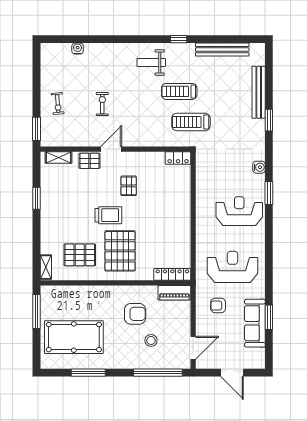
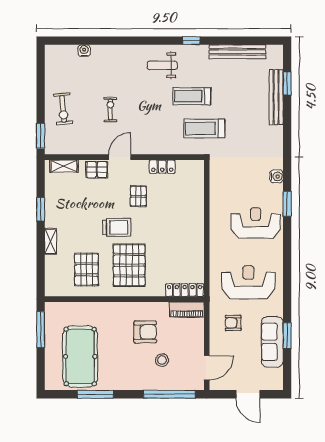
exercise bike: (58, 104) -> (63, 109), width x1.38, depth x1.39
window: (269, 120) -> (287, 84), moved
locker: (178, 158) -> (162, 167), moved
pallet: (80, 255) -> (86, 269), turned 90
shelving: (46, 267) -> (50, 241), moved
pool table: (74, 337) -> (80, 356), turned 90

